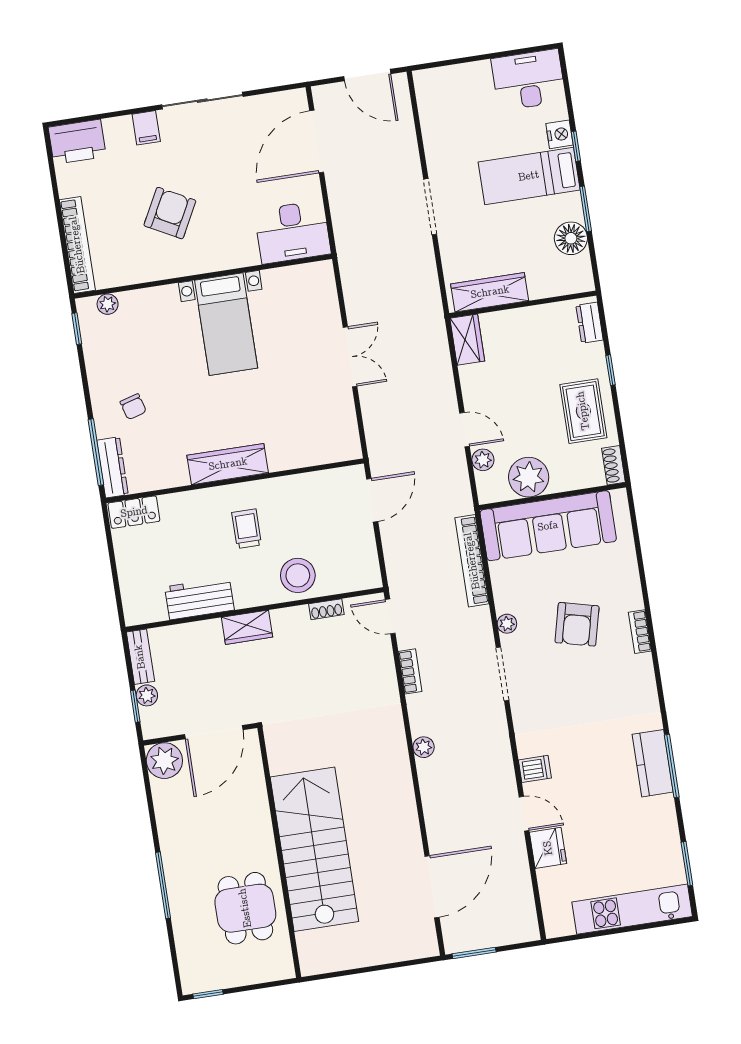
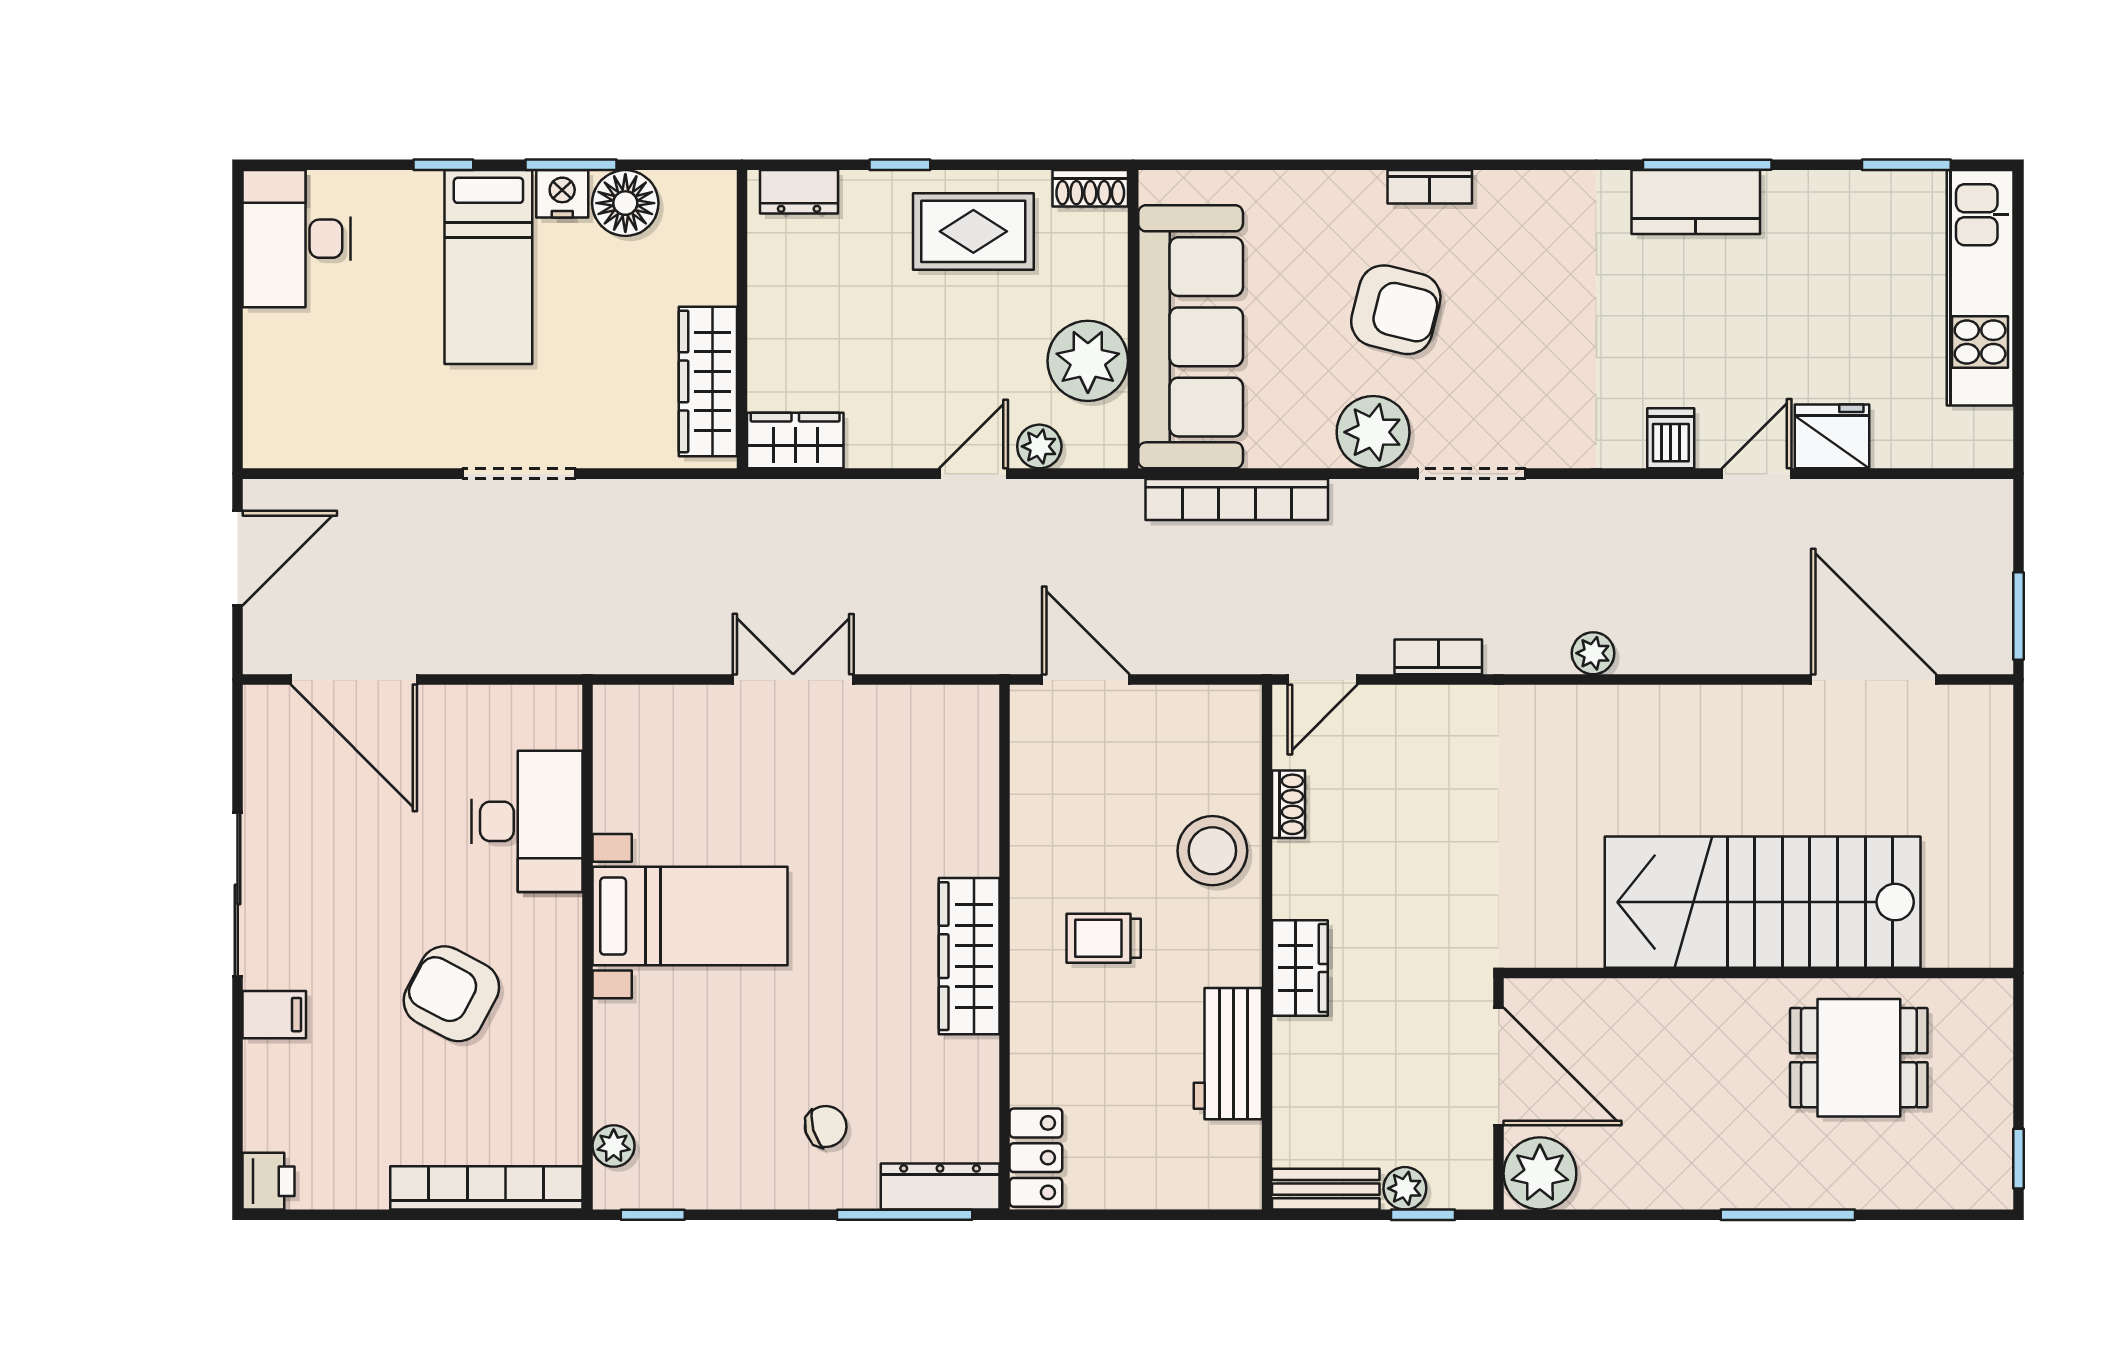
nightstand: (559, 134) -> (562, 194), moved
printer: (77, 142) -> (269, 1181), width x0.53, depth x0.68
desk: (293, 232) -> (527, 821), moved
plant: (507, 624) -> (1373, 432), width x1.88, depth x1.88

